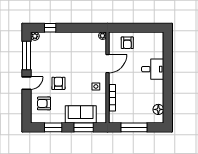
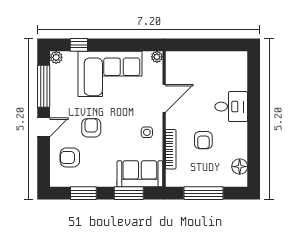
armchair: (127, 43) -> (203, 140), moved
corner sofa: (71, 47) -> (110, 74), added
sofa: (81, 114) -> (140, 174), moved

